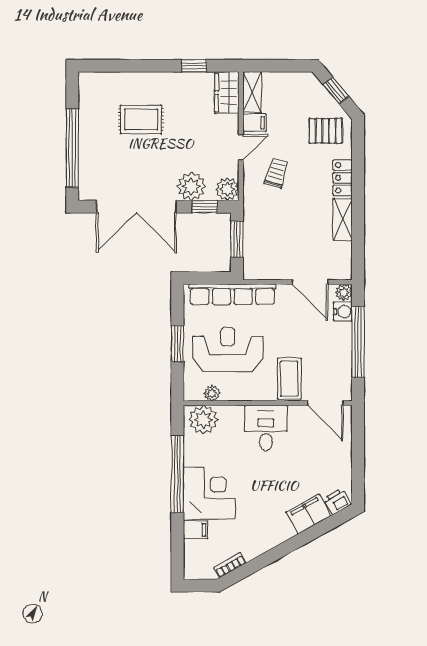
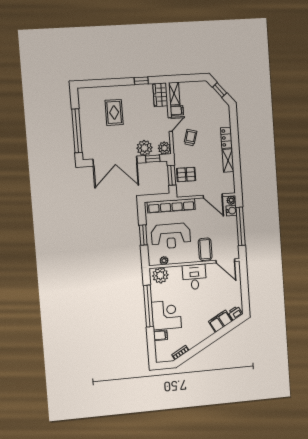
rug: (141, 119) -> (114, 112), turned 90
pallet: (326, 131) -> (186, 174), moved
reception desk: (228, 349) -> (171, 236), turned 180

